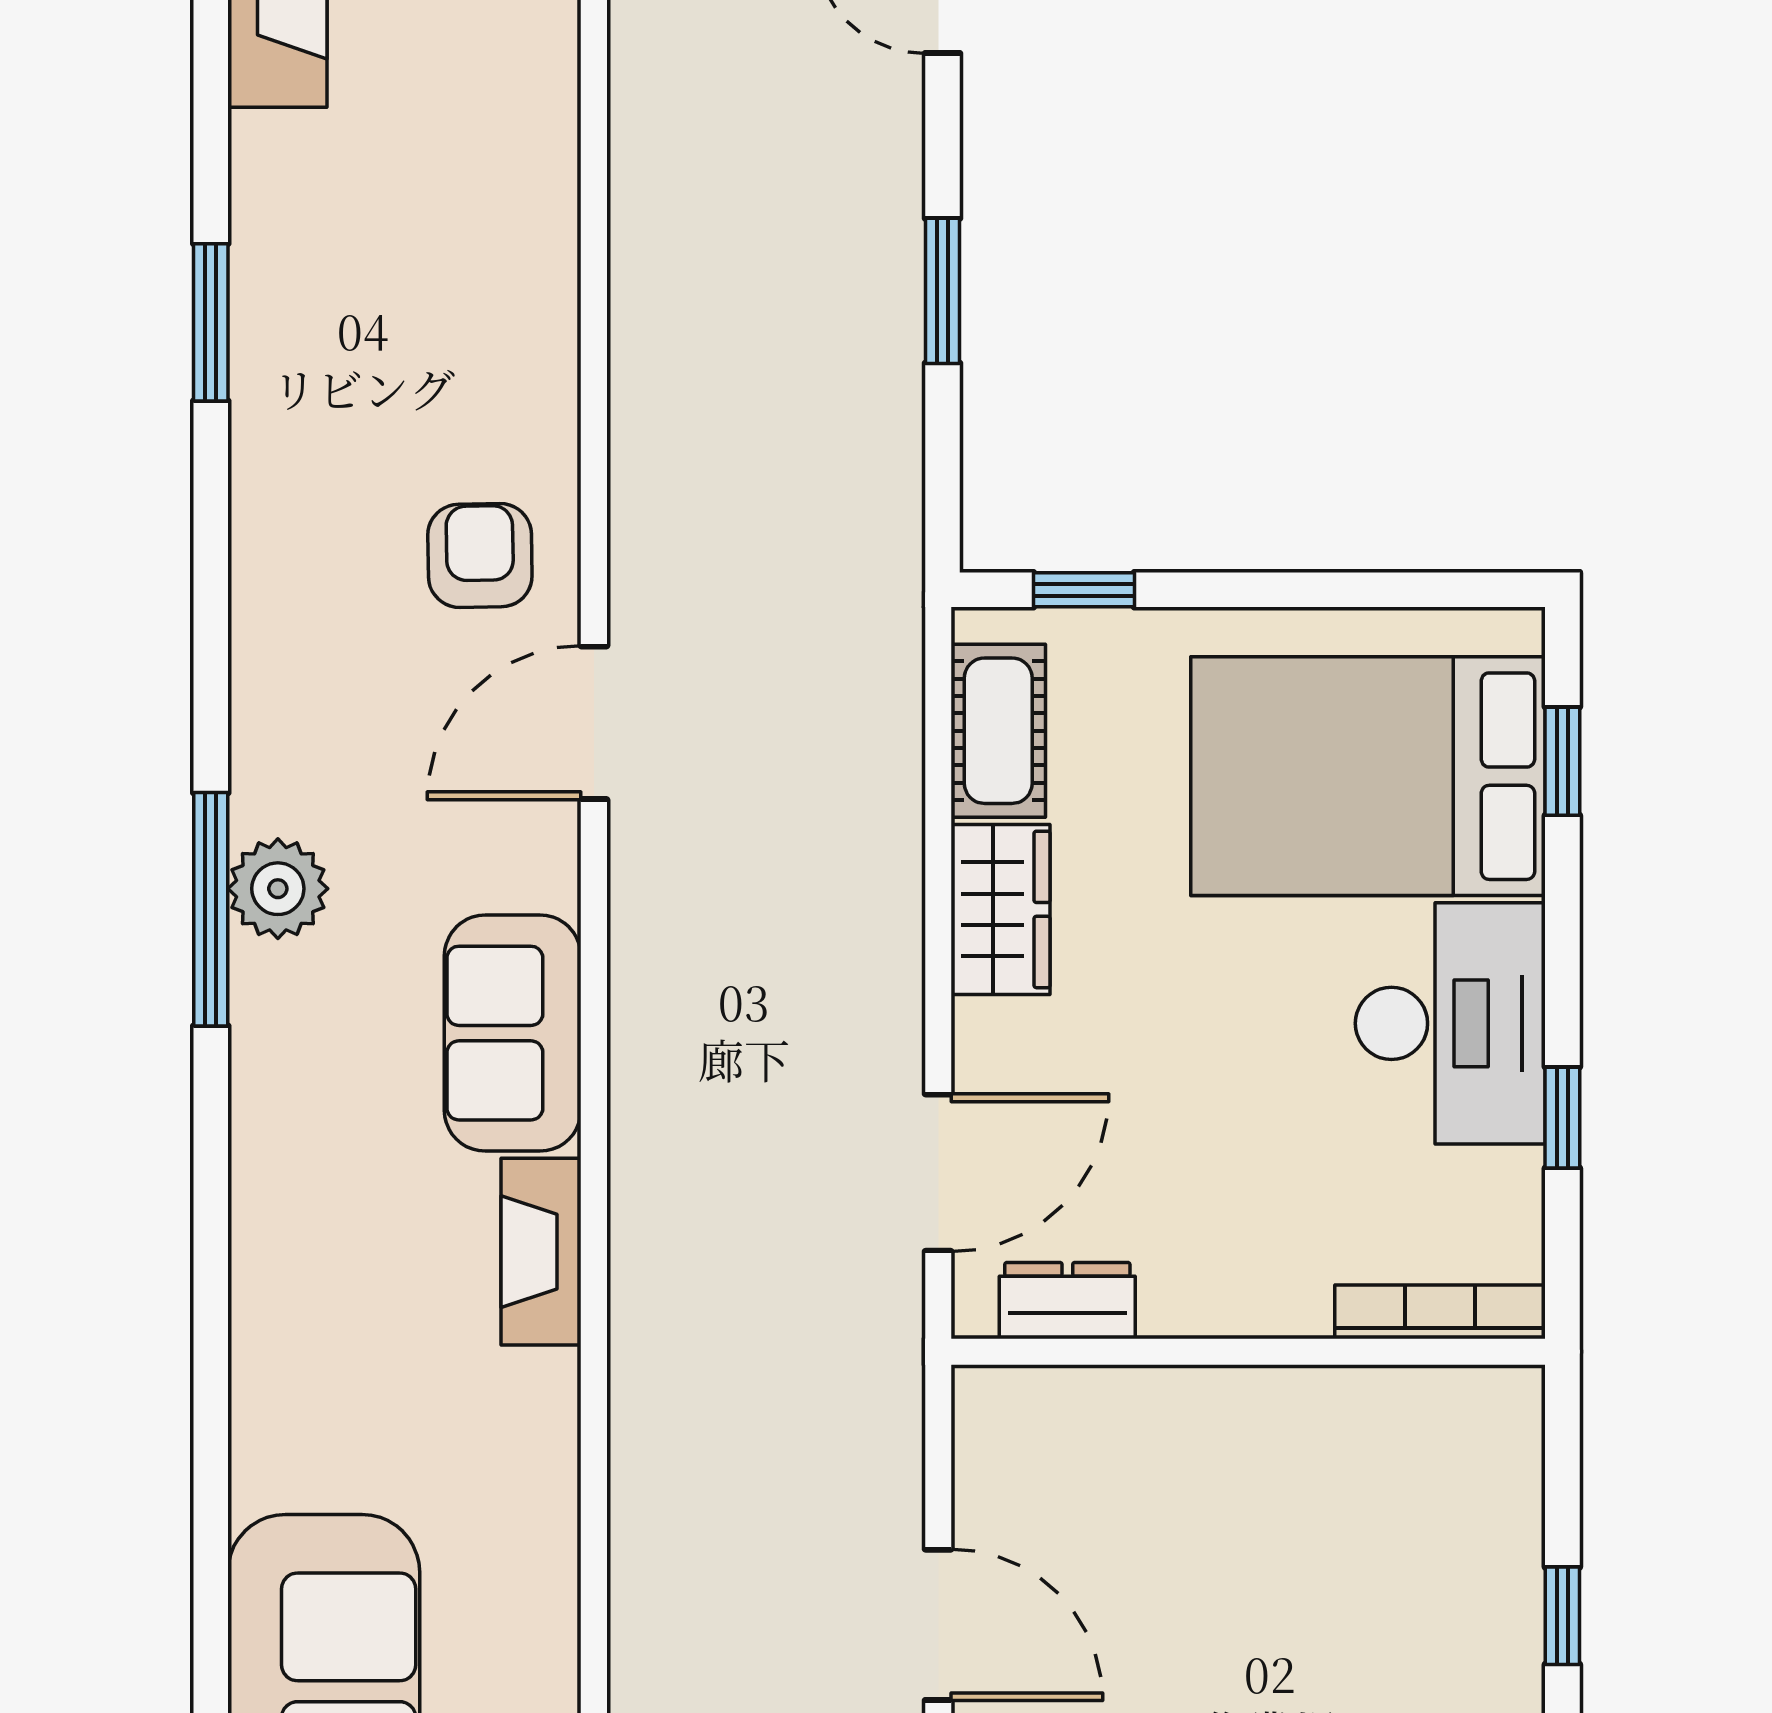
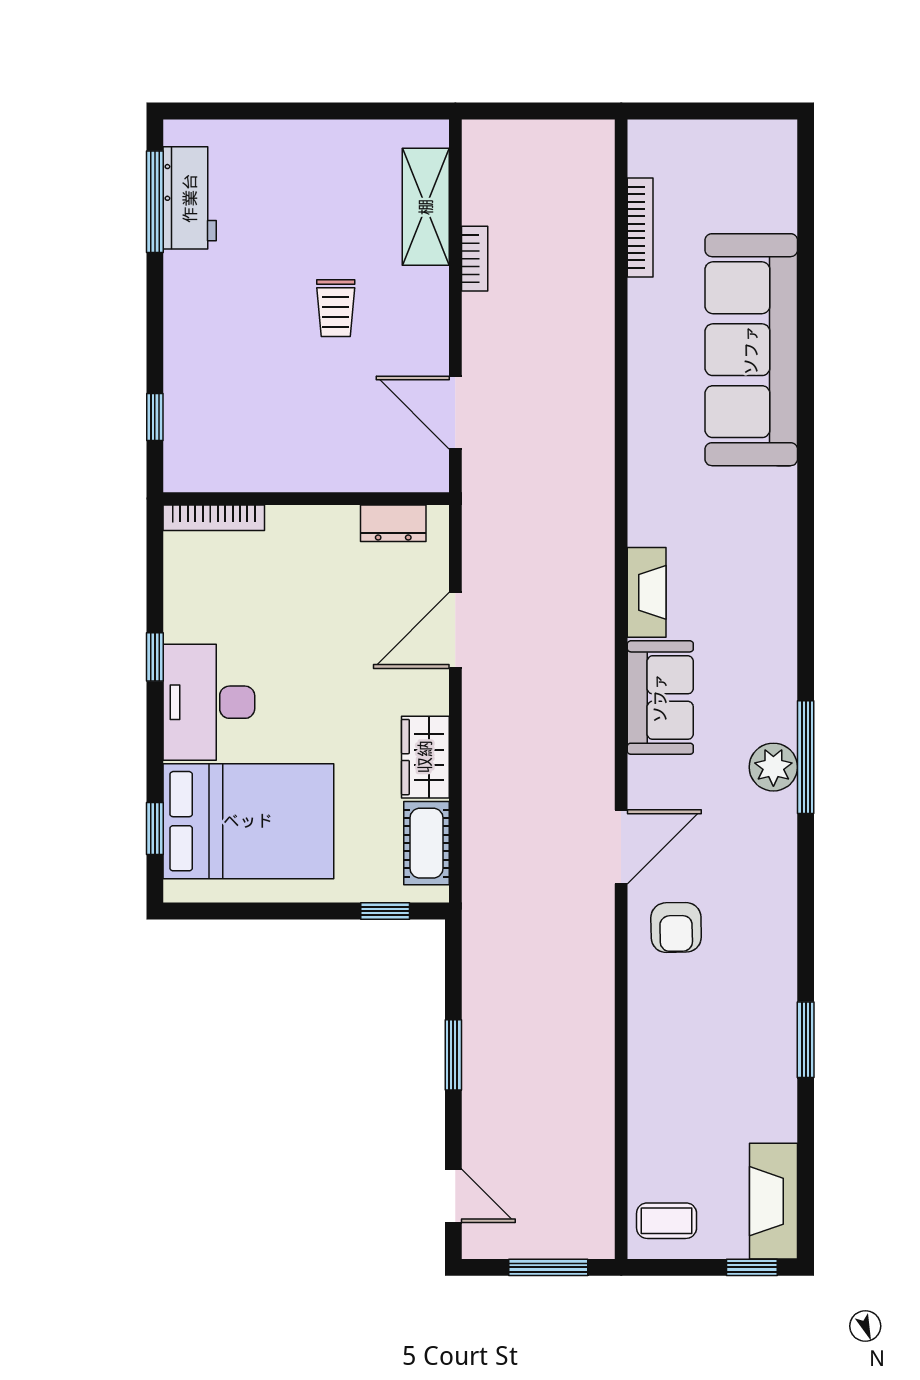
dresser: (1067, 1301) -> (393, 523), moved
bookcase: (1440, 1312) -> (214, 518), moved
wall: (1248, 1352) -> (306, 499), moved

